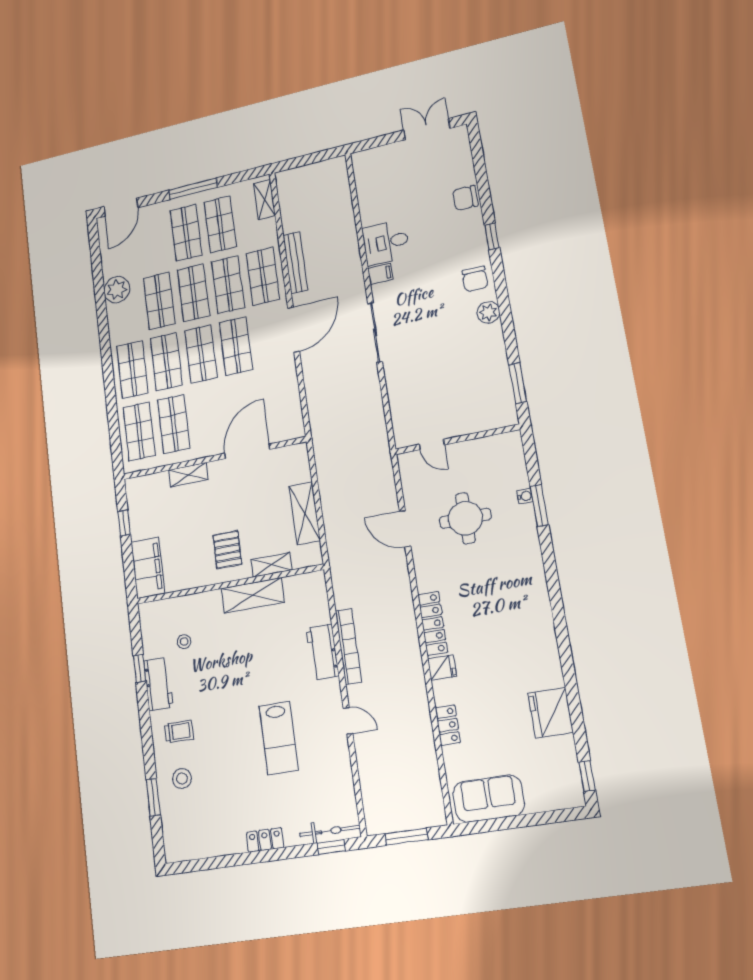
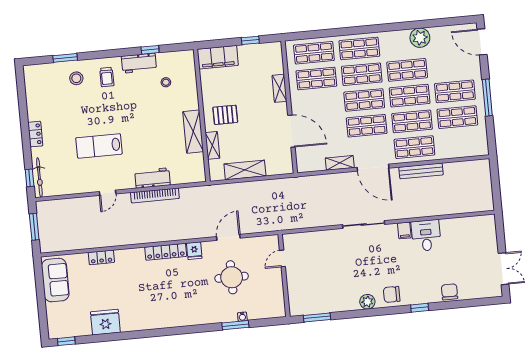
shelving: (264, 200) -> (340, 163), moved
fridge: (442, 668) -> (194, 251), moved

